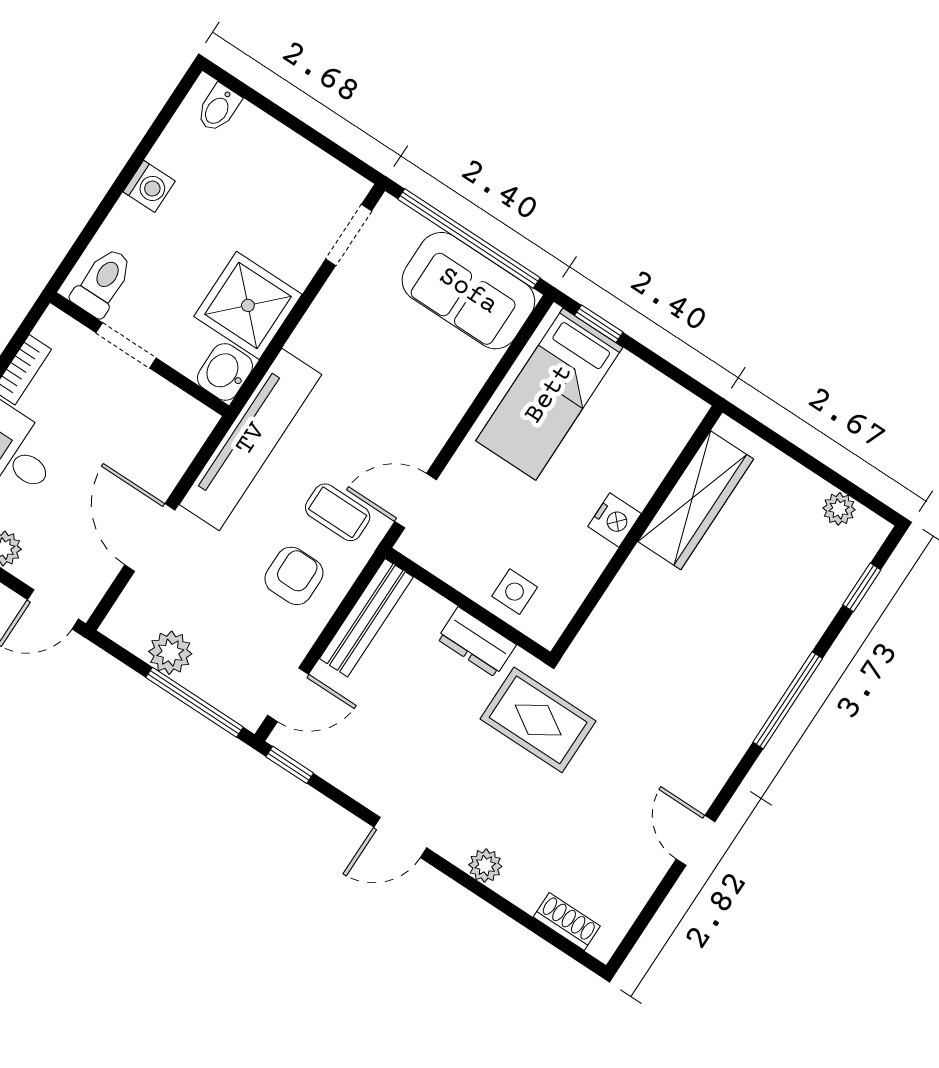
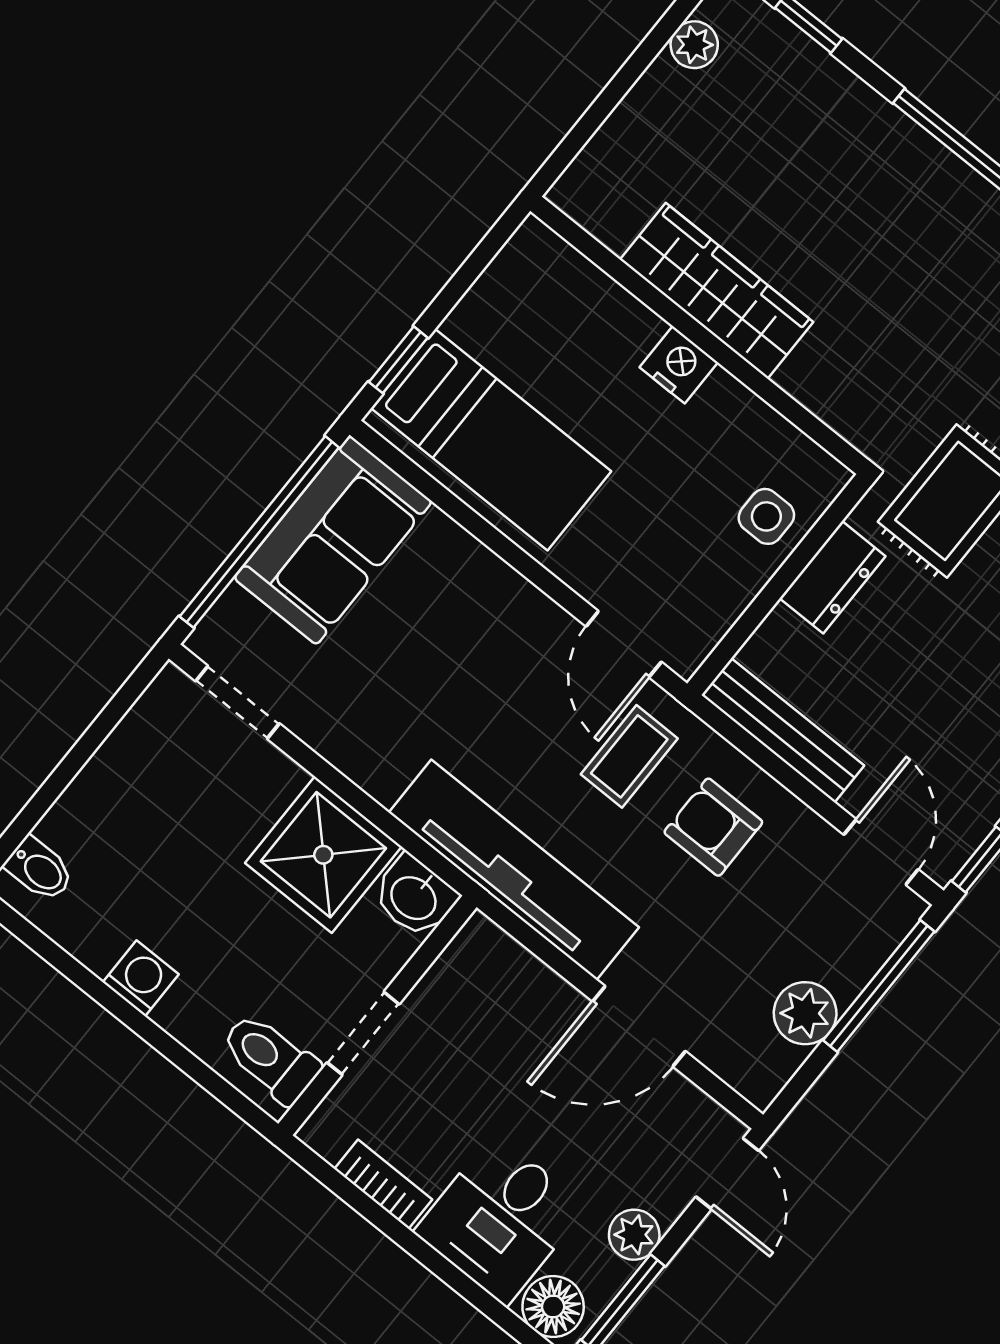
wardrobe: (696, 500) -> (717, 291), moved

